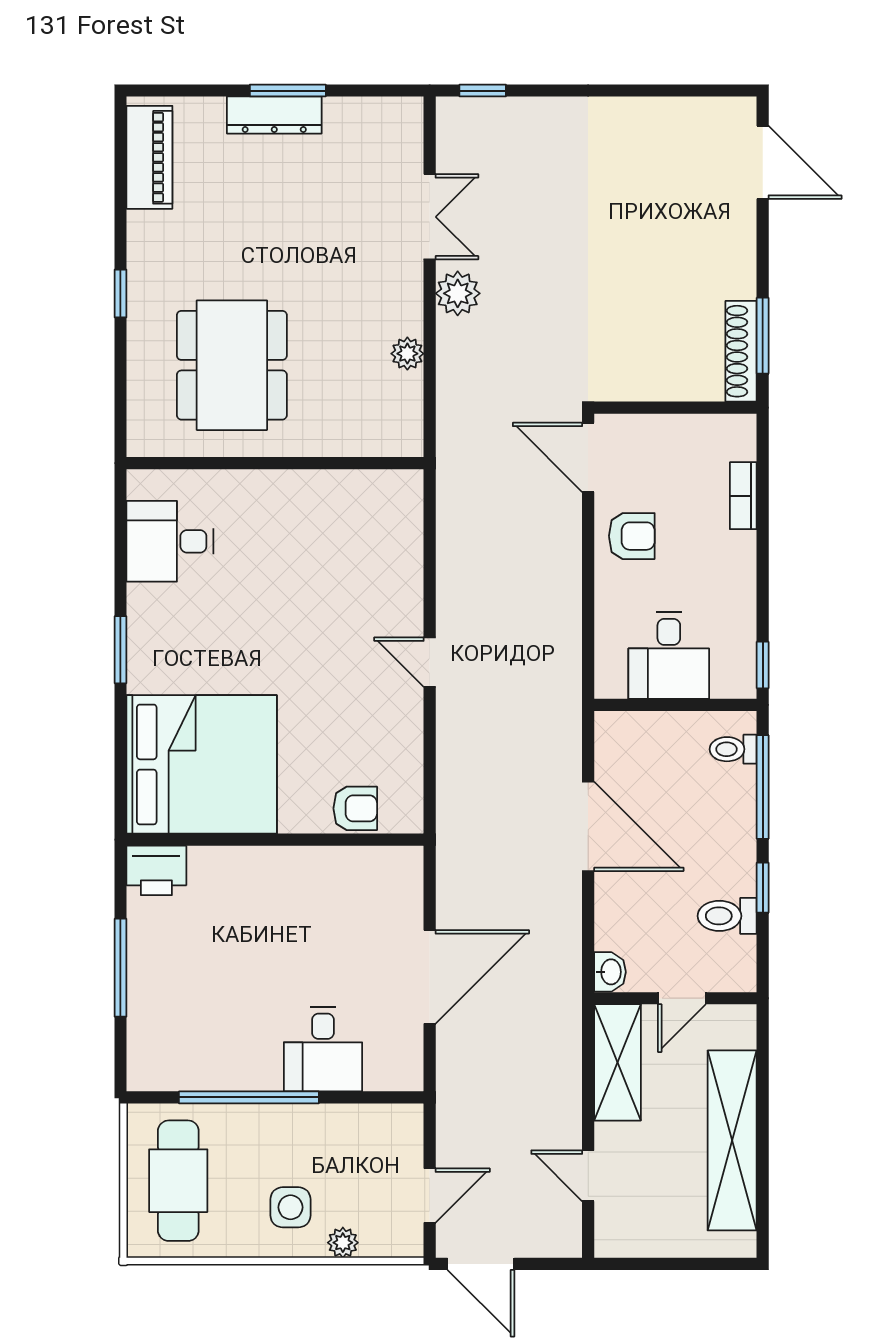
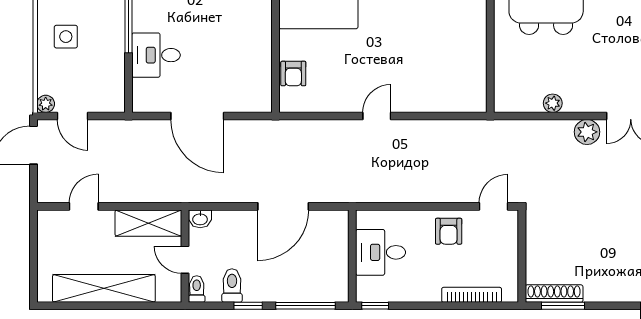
door: (588, 457) -> (494, 206), width x0.73
bookcase: (743, 496) -> (472, 295), width x1.56
toilet: (733, 749) -> (197, 289), moved
plant: (343, 1243) -> (46, 104), moved

